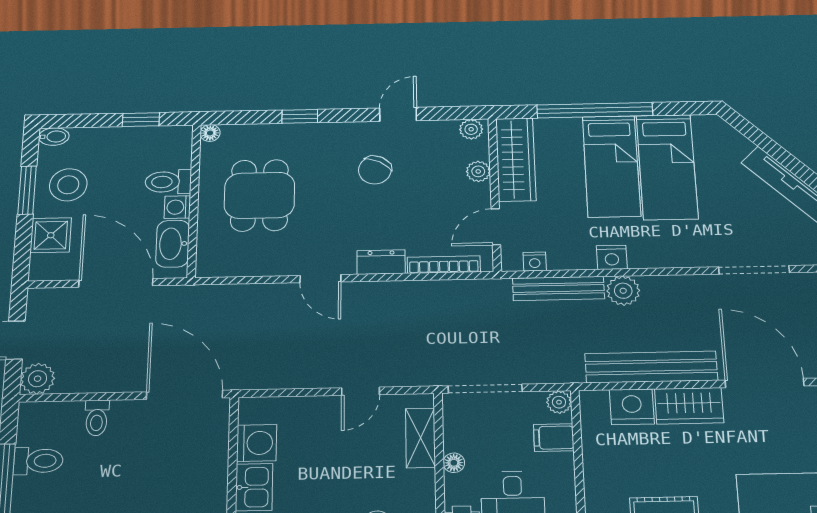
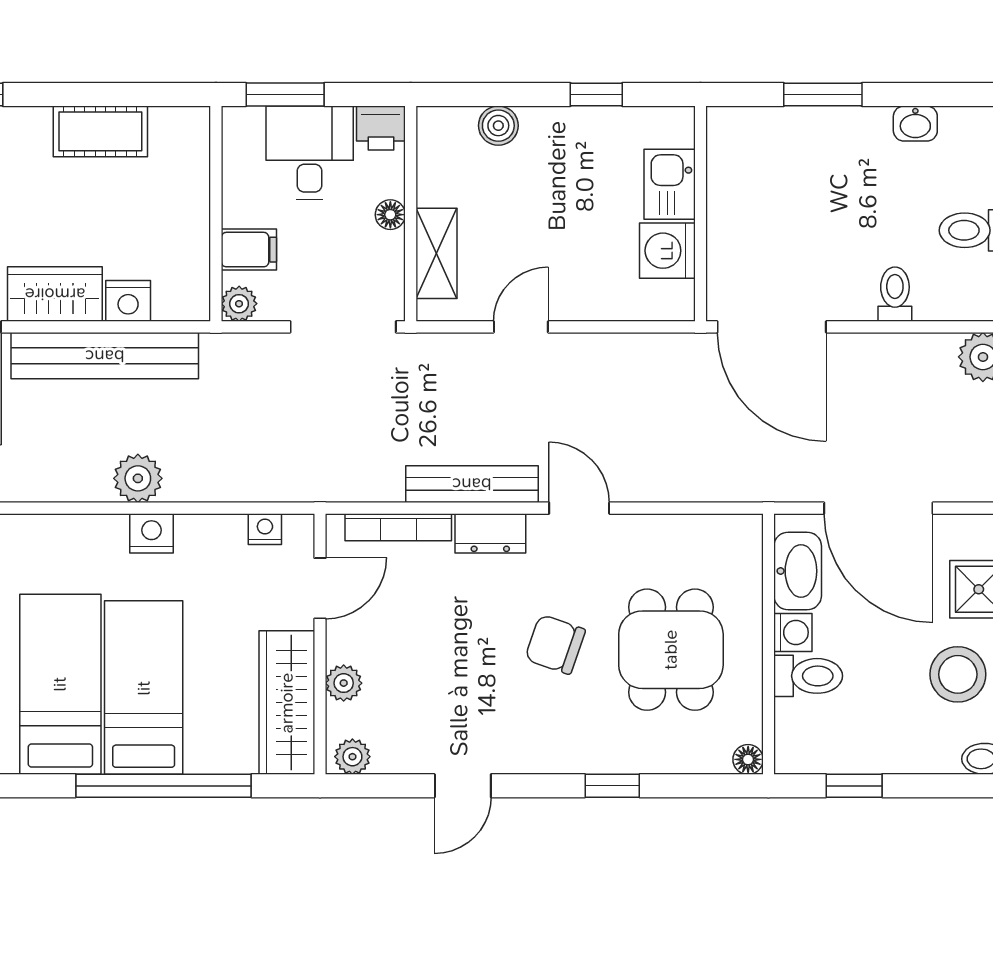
chair: (375, 170) -> (555, 644), moved, turned -99
bench: (558, 288) -> (472, 484), moved
nightstand: (632, 407) -> (128, 301), width x0.74, depth x0.75

